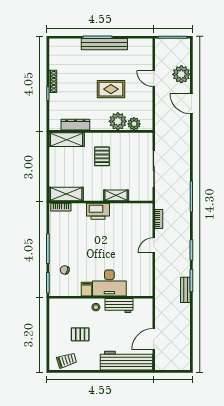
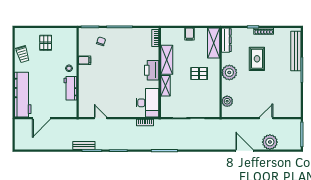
bench: (104, 44) -> (296, 51), moved
rug: (111, 89) -> (257, 59), moved
door: (191, 104) -> (245, 151), hinge flipped
plant: (118, 121) -> (229, 73), moved
dresser: (75, 125) -> (226, 40), moved
filing cabinet: (56, 168) -> (189, 34), added
shelving: (66, 194) -> (167, 60), moved
door: (154, 245) -> (101, 118), moved
desk: (109, 283) -> (147, 103), moved, turned 180
pallet: (80, 334) -> (46, 43), moved
door: (154, 339) -> (41, 118), swing flipped
trolley: (67, 360) -> (23, 54), moved

